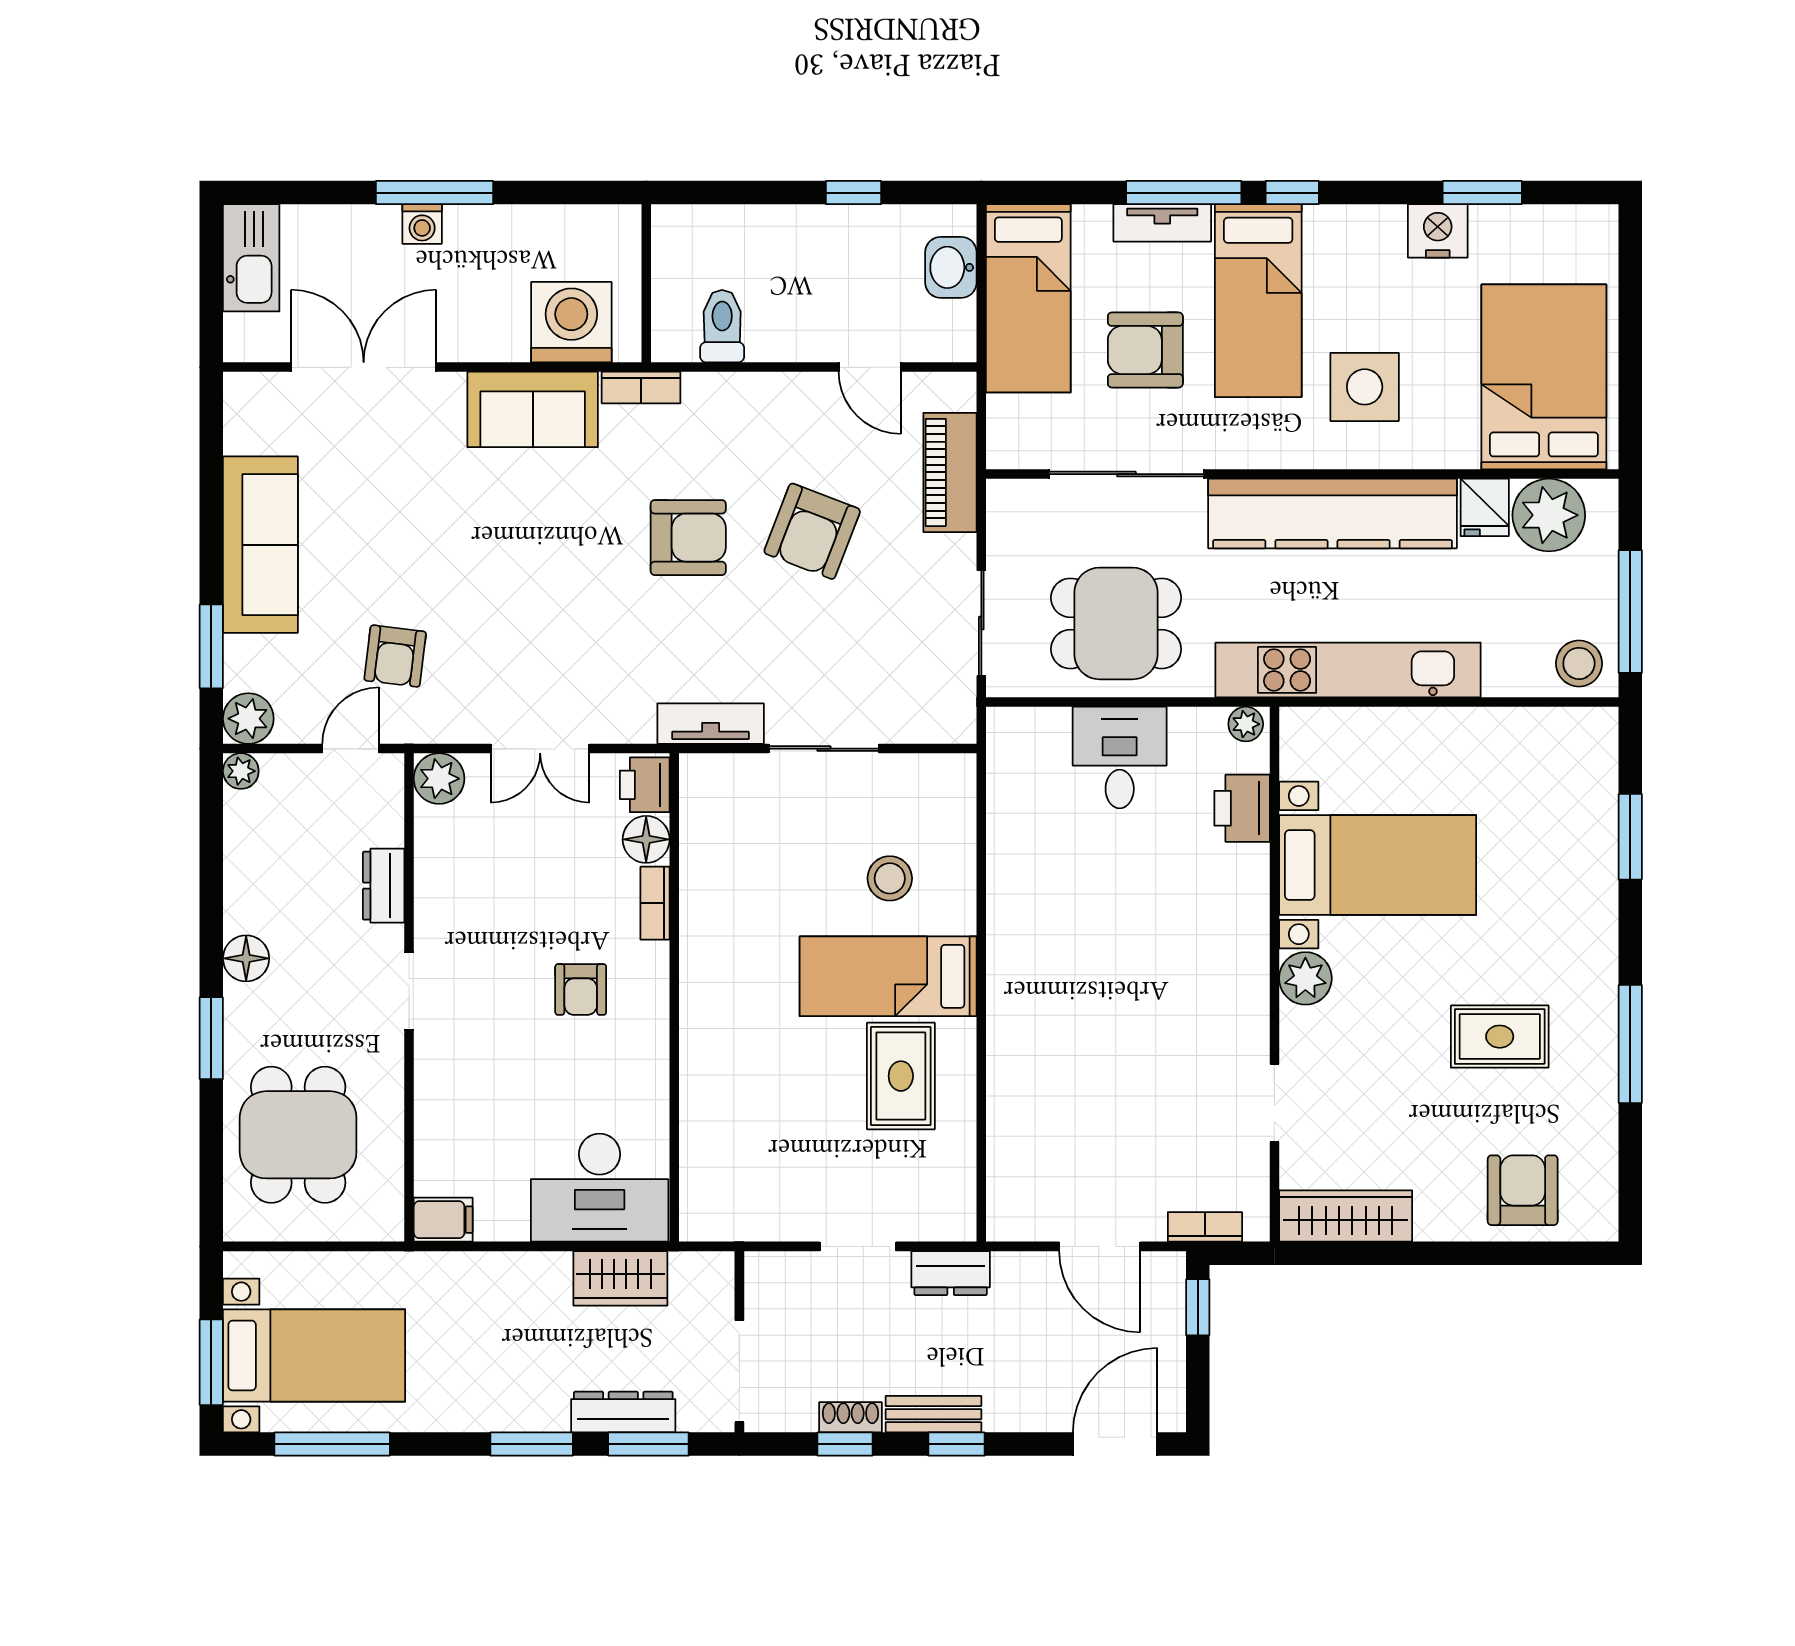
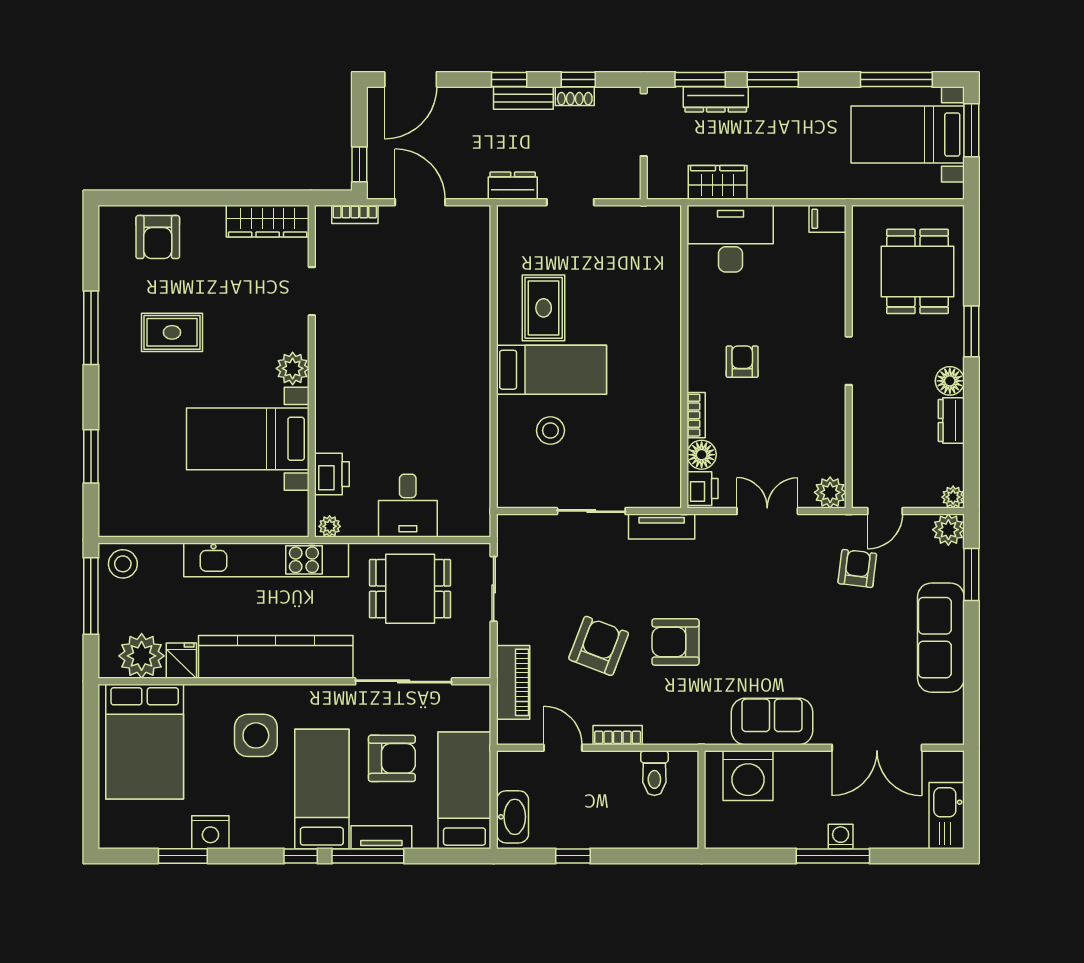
washbasin: (951, 267) -> (513, 817), width x1.38
bookcase: (641, 387) -> (618, 735), moved
dresser: (384, 886) -> (951, 420), moved, turned 180

